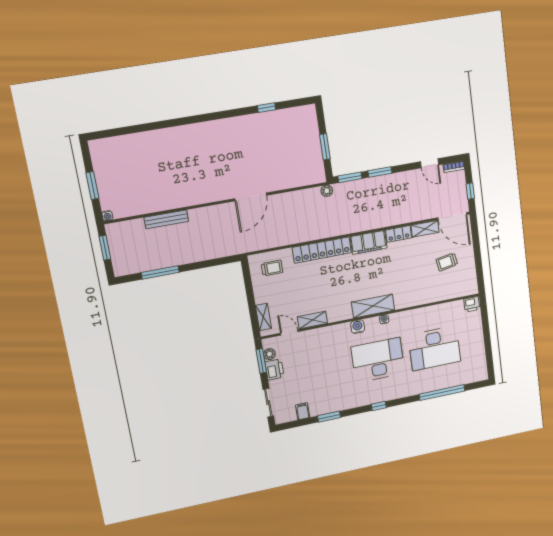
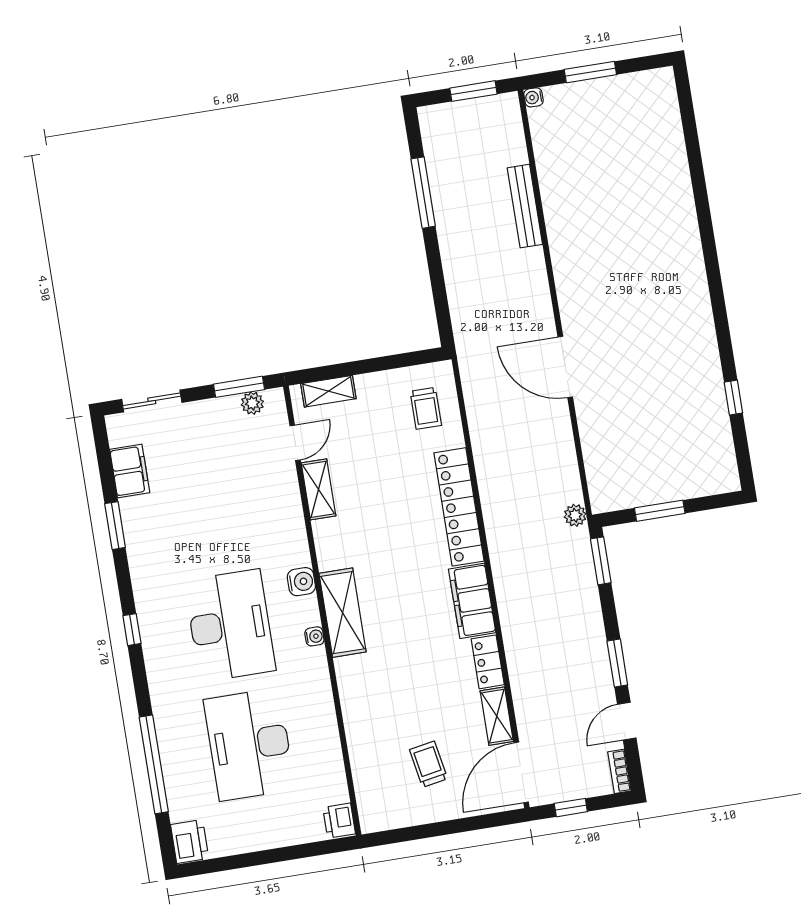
window: (380, 172) -> (617, 663), moved
printer: (274, 369) -> (190, 842), moved, turned -90
filing cabinet: (303, 411) -> (130, 471), width x2.00

